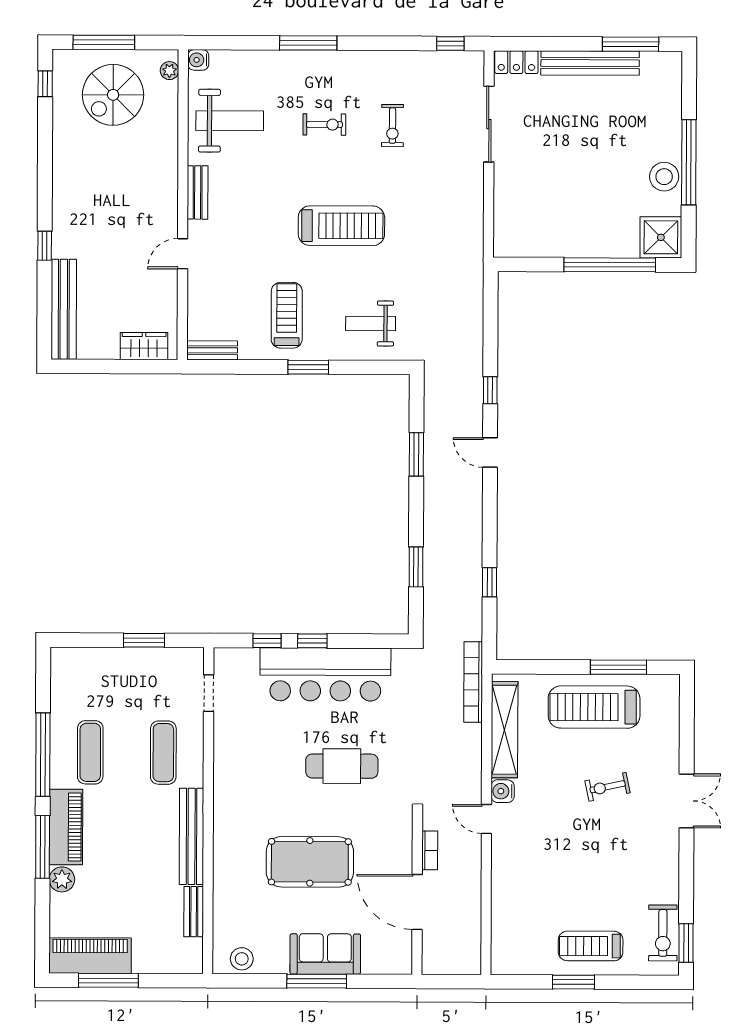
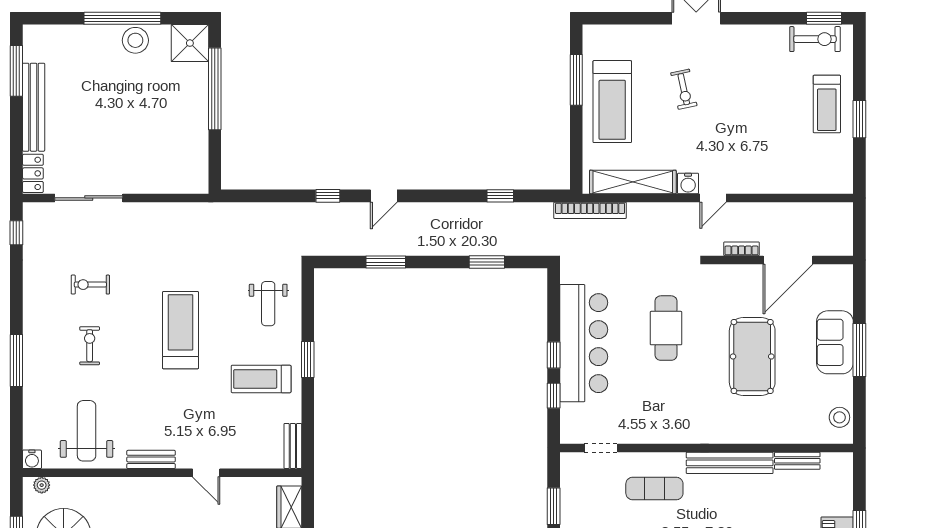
exercise bike: (392, 126) -> (90, 285), turned 180

